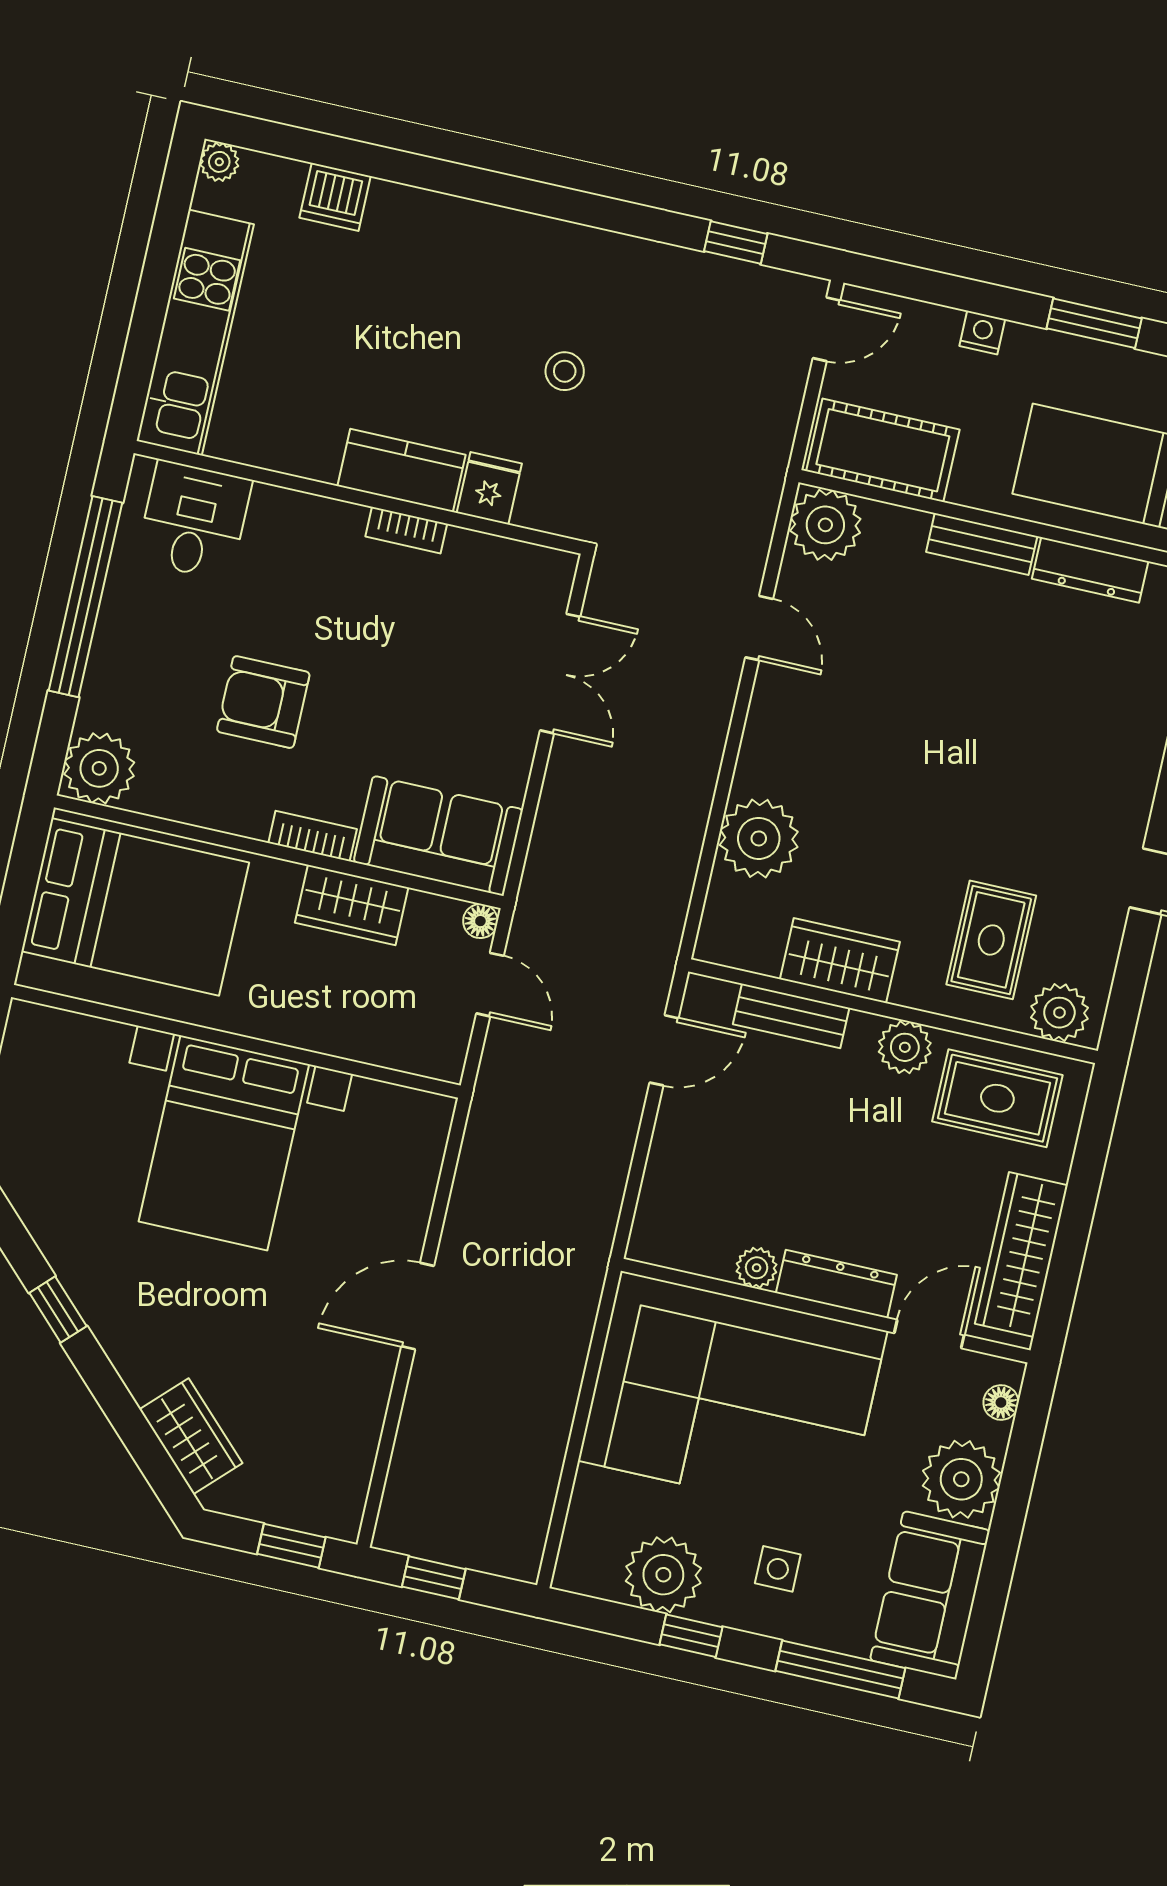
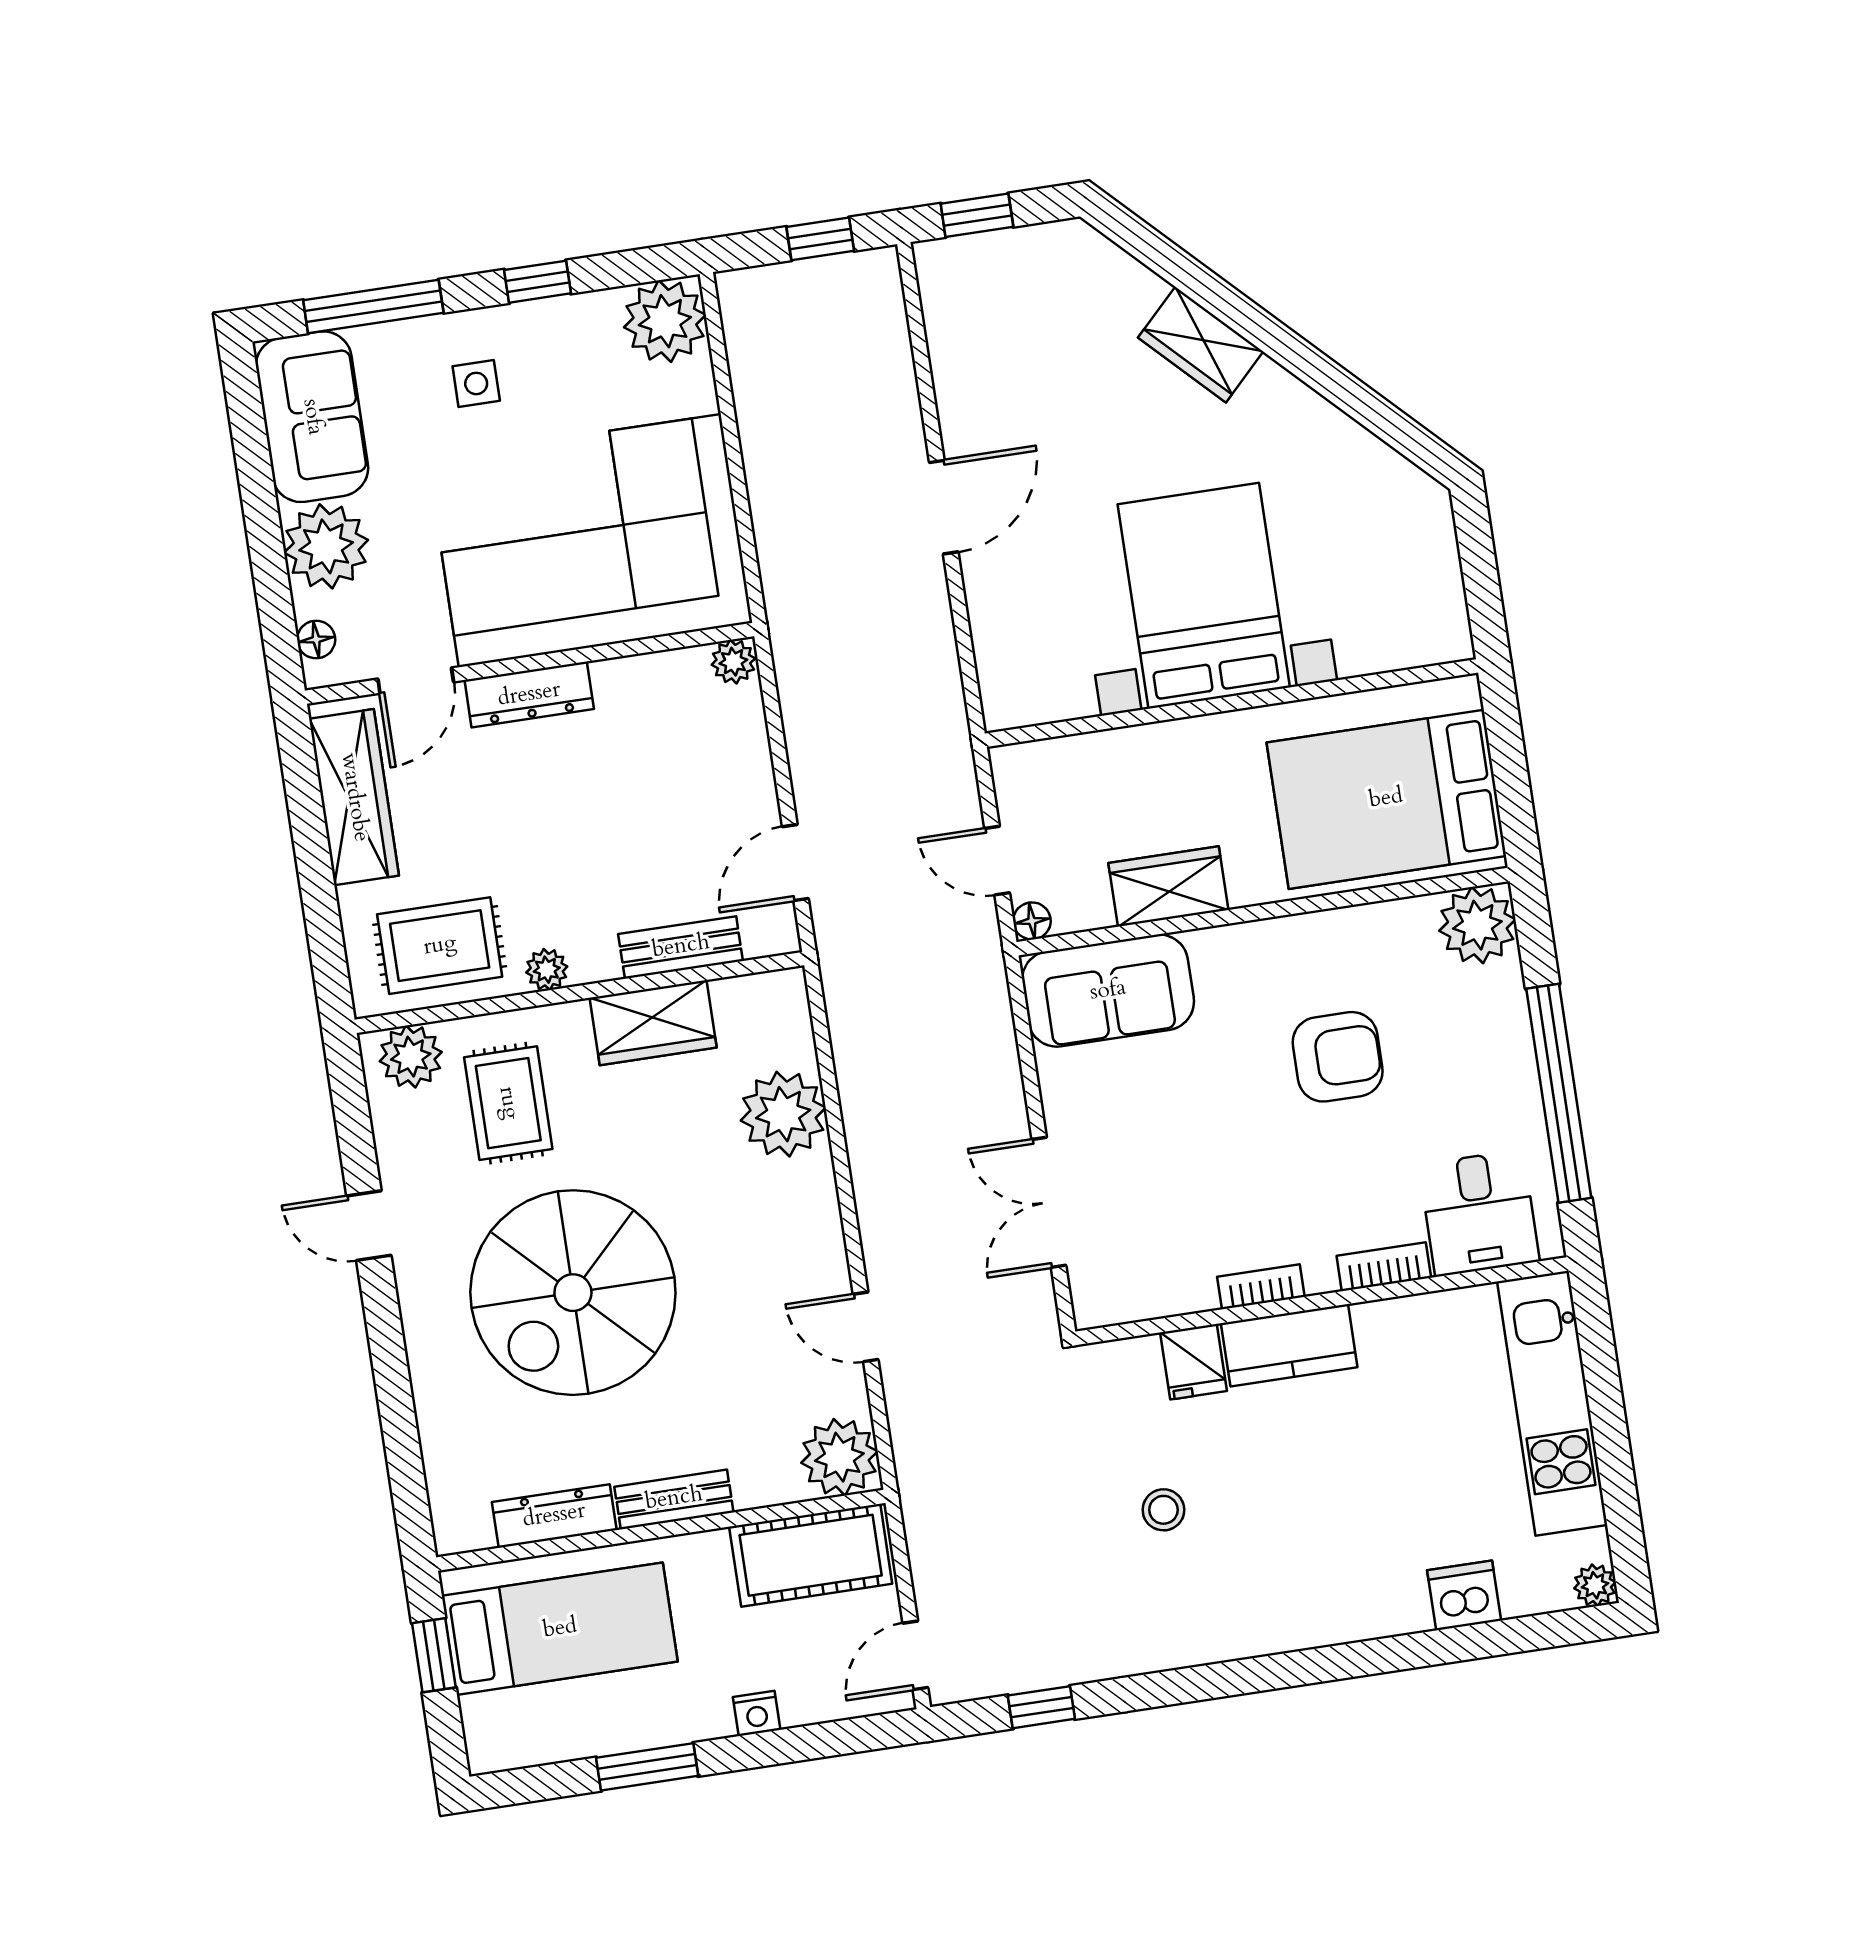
spiral stairs: (999, 756) -> (573, 1293), added
bookcase: (313, 836) -> (1384, 1267), moved, turned 180
plant: (905, 1047) -> (547, 970), width x0.73, depth x0.73
plant: (757, 1268) -> (733, 662), moved
window: (58, 1309) -> (1306, 362), removed
wardrobe: (191, 1436) -> (1201, 345), moved
plant: (663, 1575) -> (665, 321), moved

